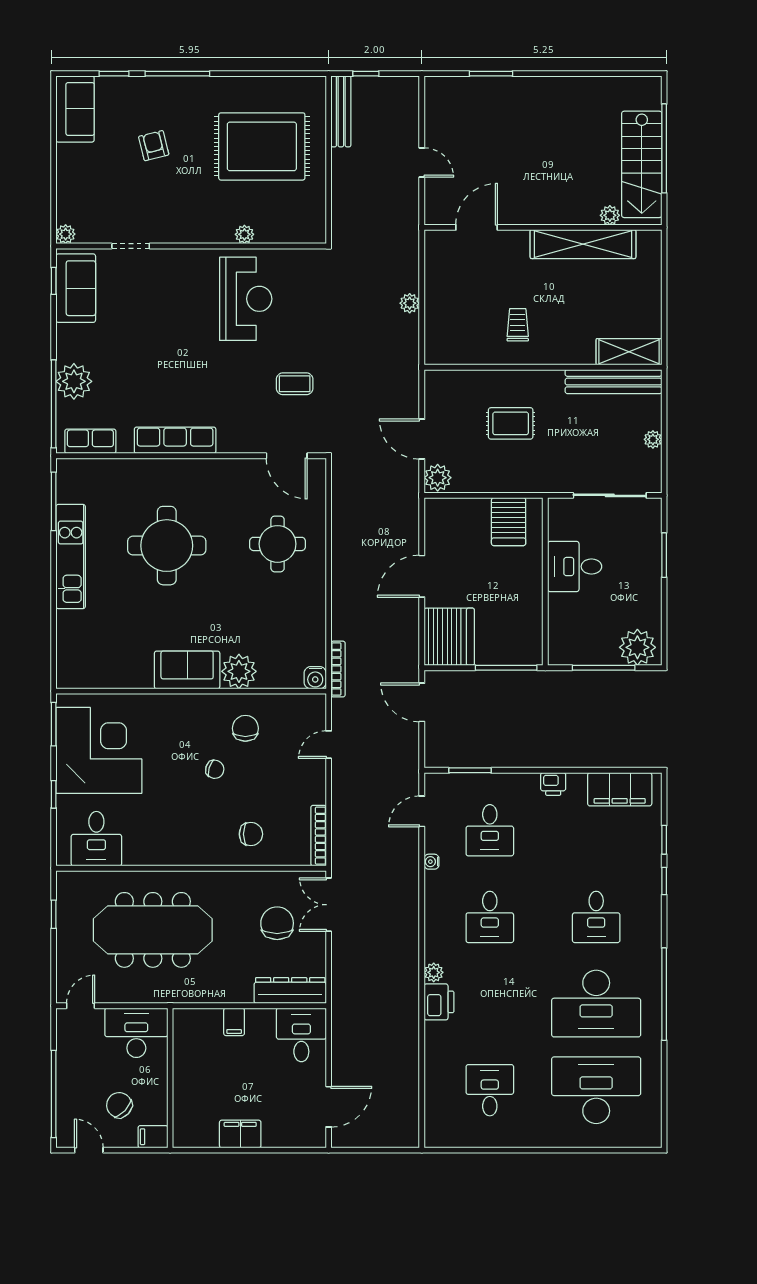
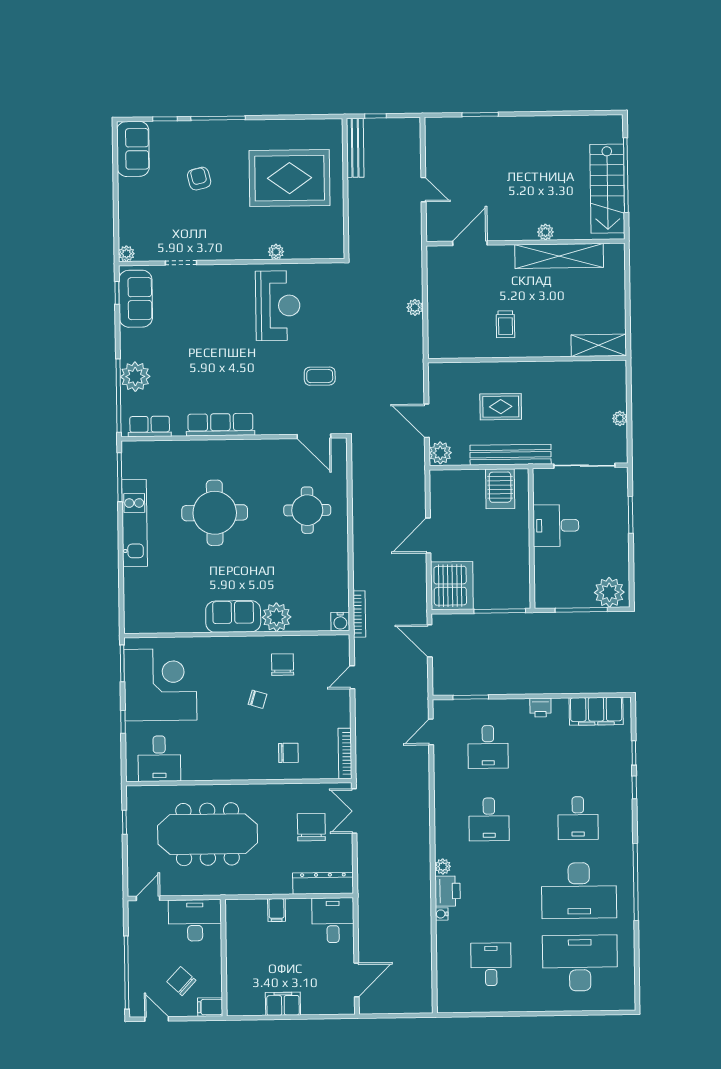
plant: (610, 215) -> (545, 232), moved
trolley: (518, 325) -> (505, 324), turned 180
bench: (613, 382) -> (511, 455), moved
water cooler: (432, 862) -> (442, 914), moved

